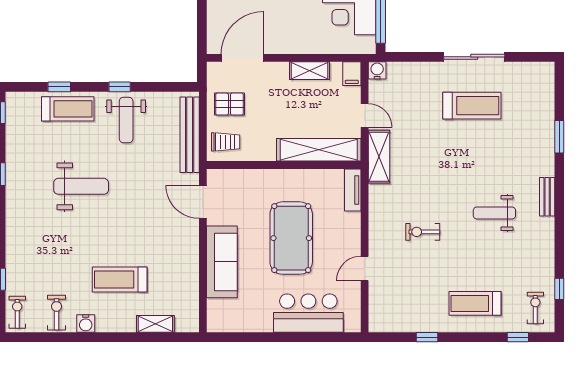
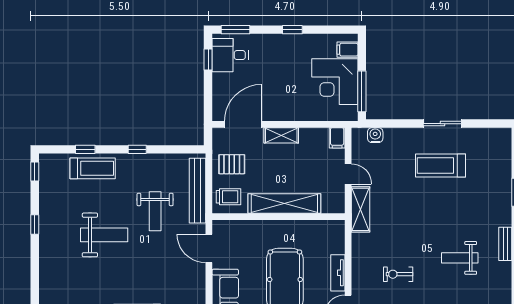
sliding door: (474, 57) -> (442, 124), width x0.73
water cooler: (377, 70) -> (375, 135), moved
shelving: (310, 71) -> (281, 135), moved
treadmill: (472, 106) -> (440, 166), turned 180
weight bench: (126, 120) -> (155, 211), moved
shelving: (319, 150) -> (284, 203), moved
tv unit: (353, 190) -> (338, 273), moved

